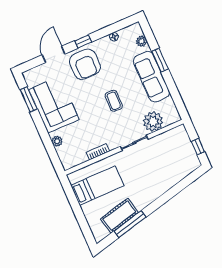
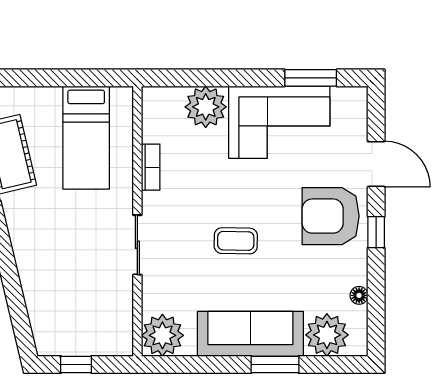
plant: (142, 41) -> (327, 335), width x1.88, depth x1.88
plant: (153, 122) -> (162, 335), moved
plant: (57, 141) -> (206, 107), width x1.88, depth x1.88

